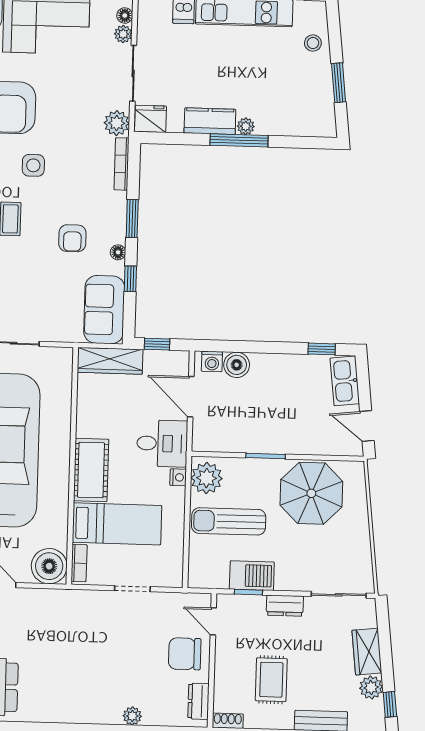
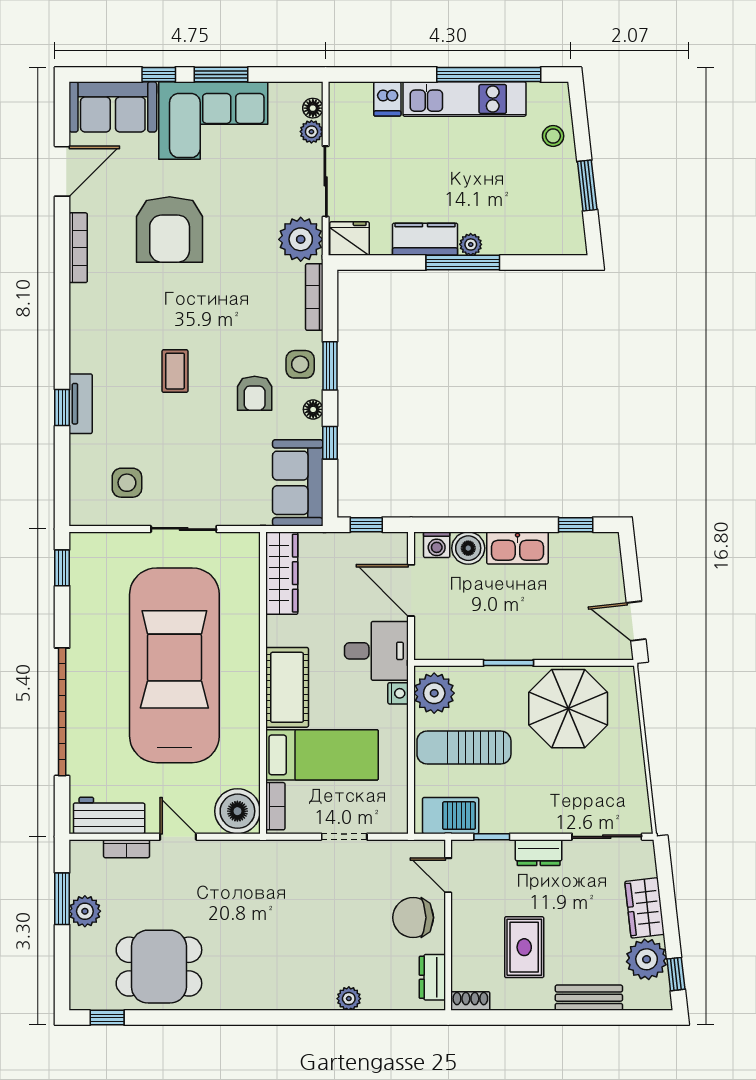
plant: (117, 123) -> (301, 239), width x1.36, depth x1.36
side table: (33, 165) -> (300, 364), moved
wardrobe: (110, 361) -> (282, 573), moved, turned -90
kitchen sink: (345, 381) -> (517, 548), moved, turned -84
barbecue: (252, 576) -> (451, 816), moved
plant: (371, 687) -> (647, 959), width x1.36, depth x1.36

